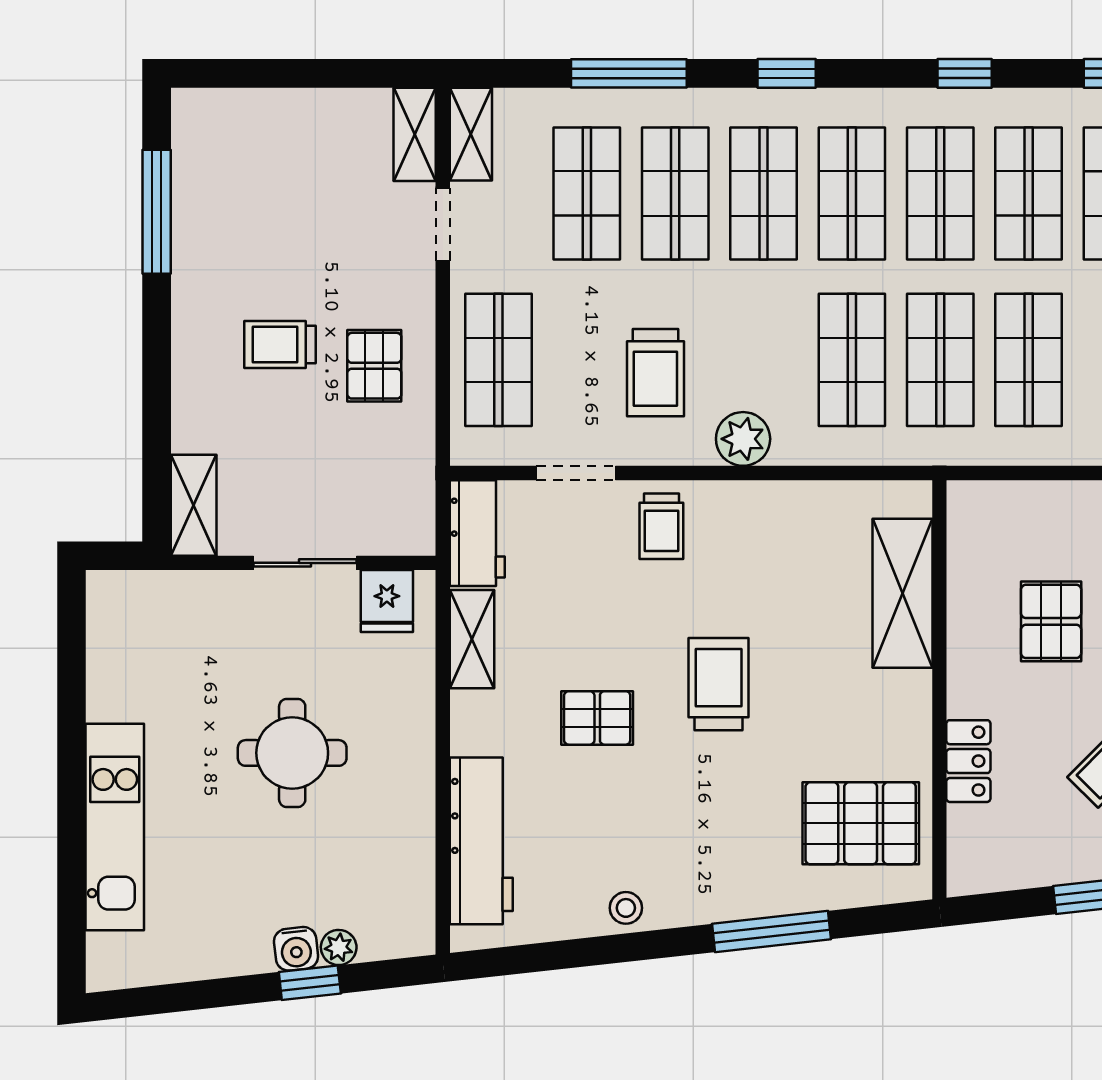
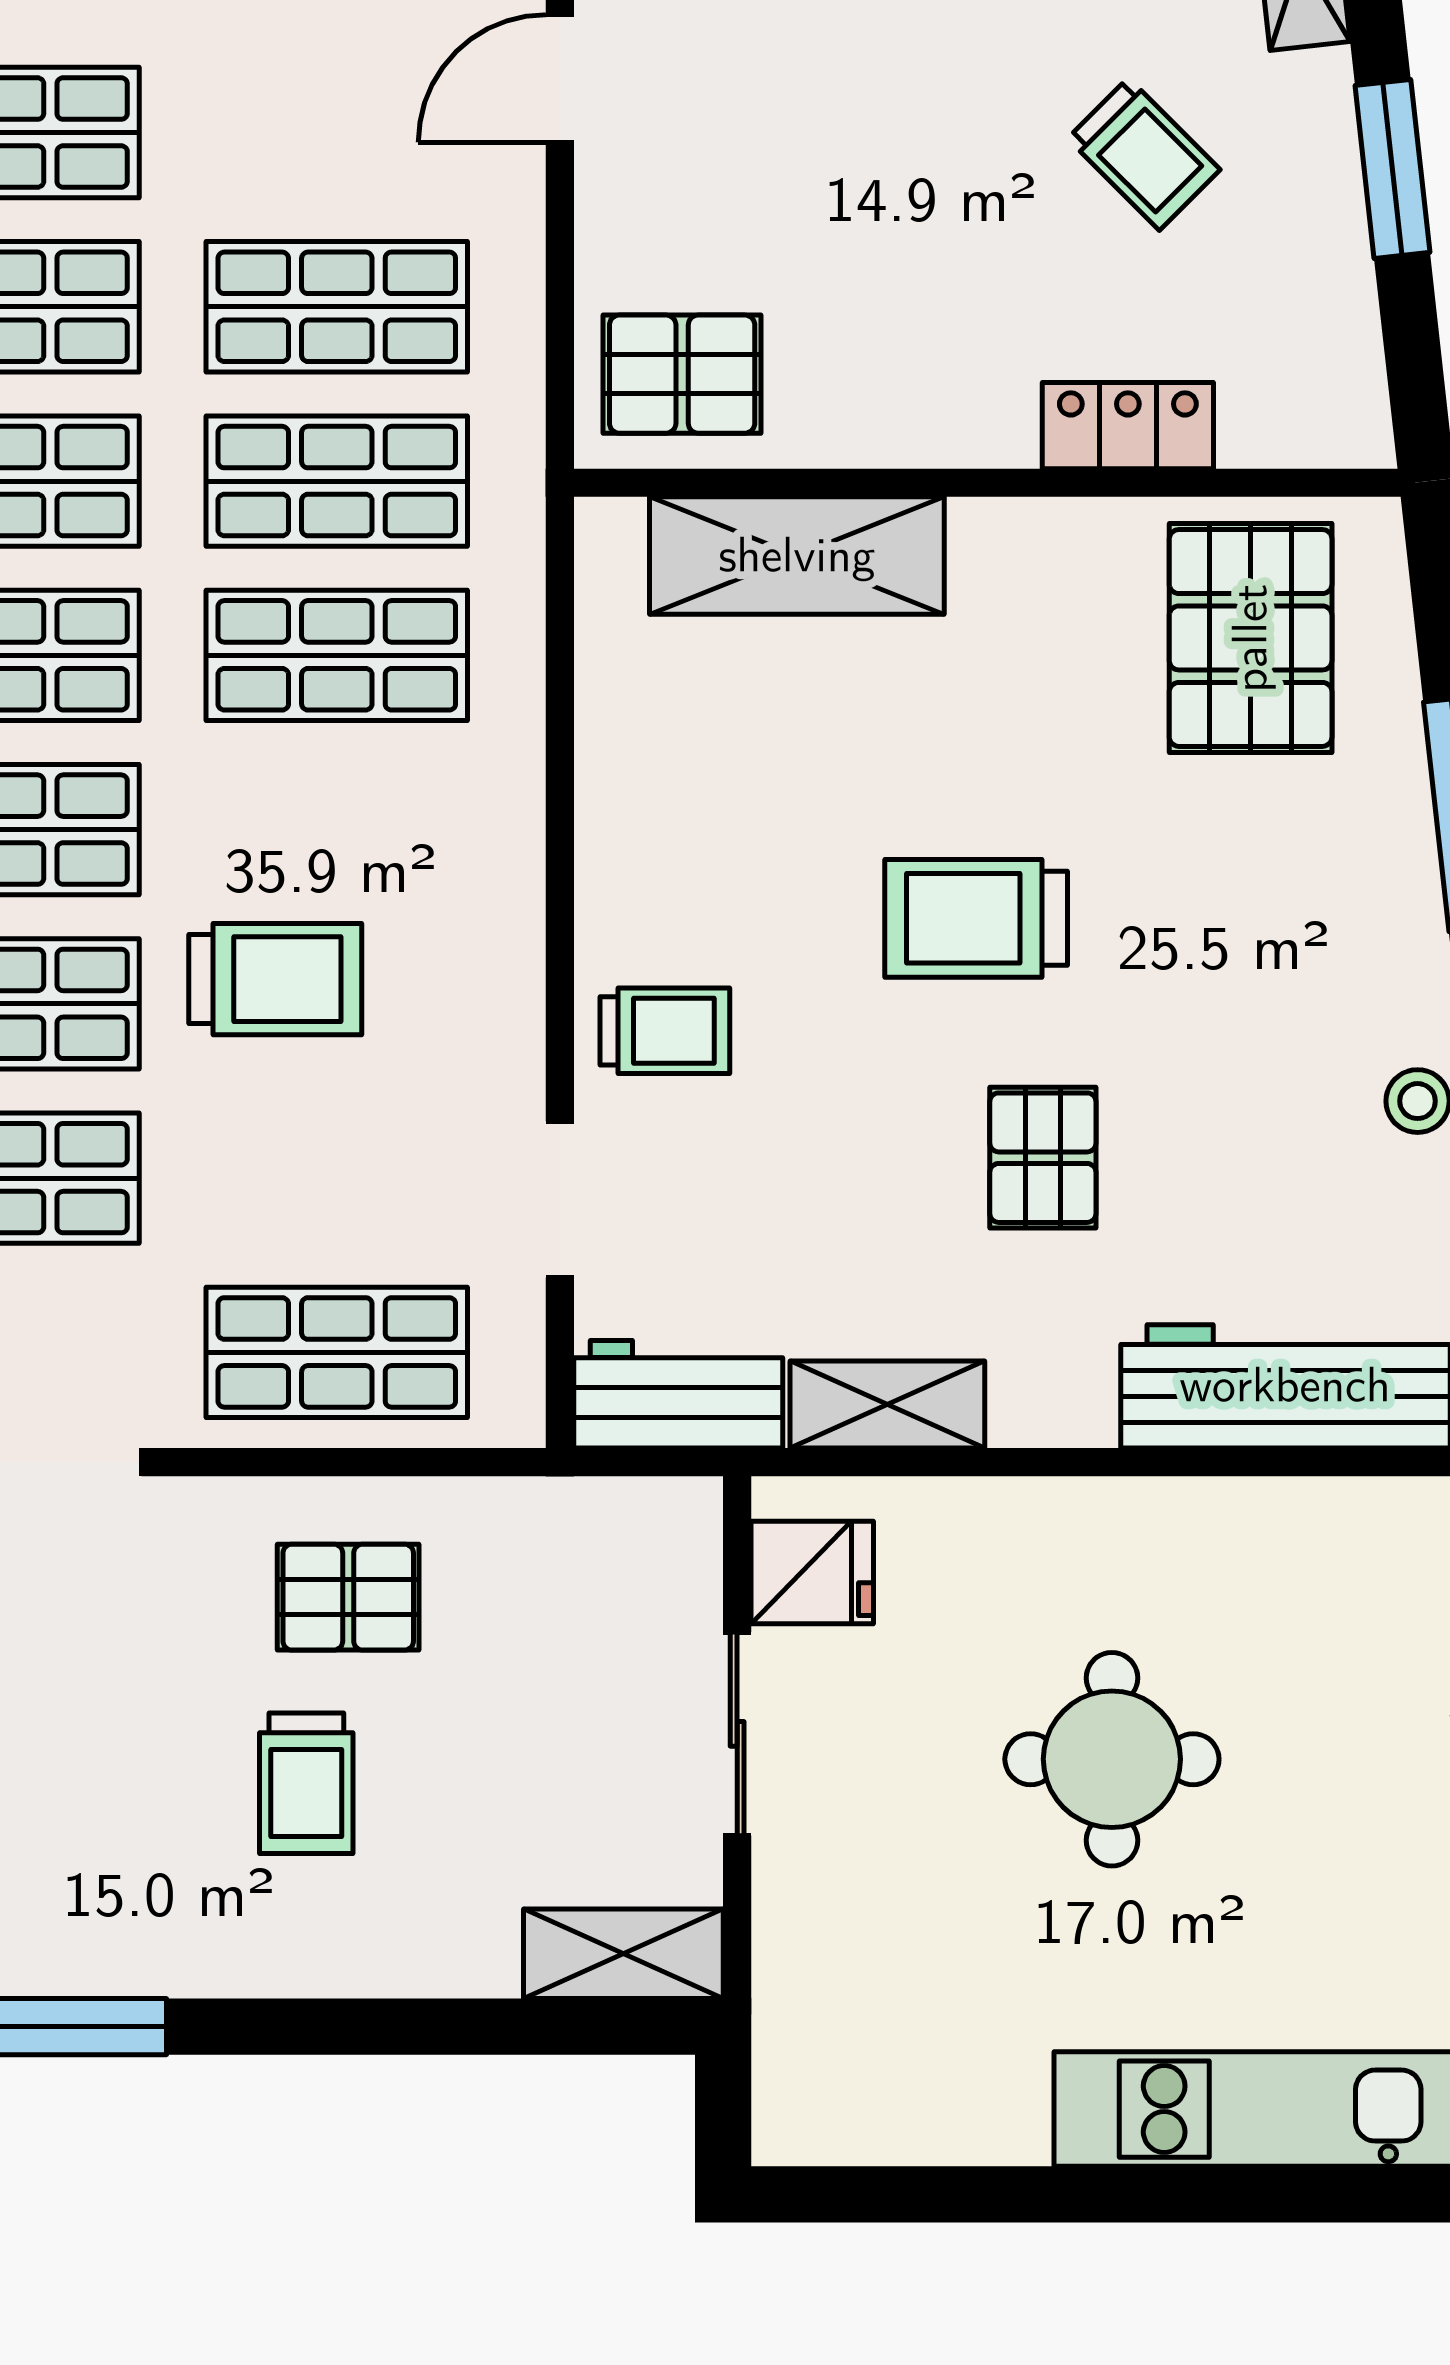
trolley: (655, 373) -> (275, 979), moved
plant: (743, 439) -> (493, 870), removed
pallet: (1051, 621) -> (682, 374), moved

